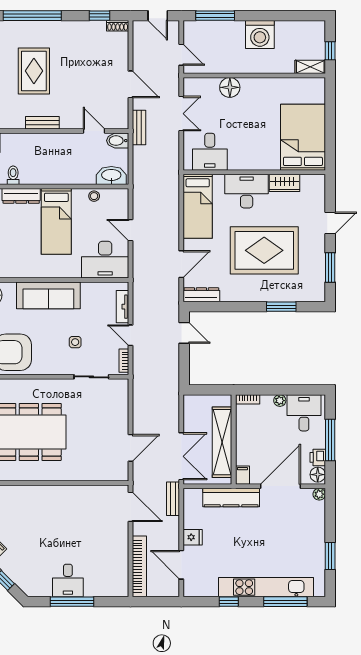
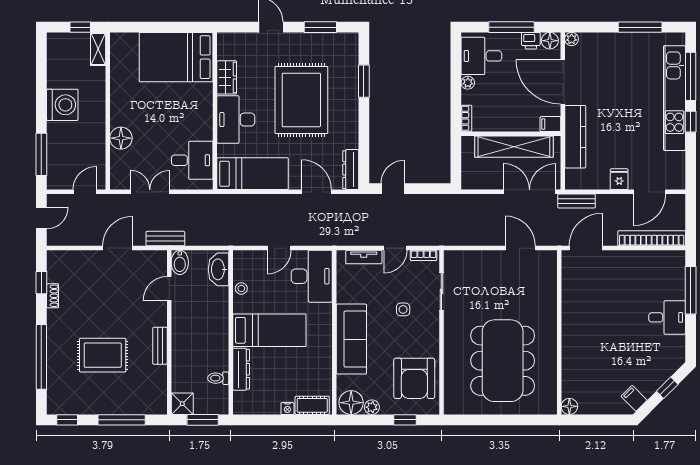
shoe rack: (118, 26) -> (53, 296), moved
window: (330, 556) -> (640, 27), width x1.44
window: (72, 602) -> (691, 290), moved
window: (229, 602) -> (691, 122), moved

